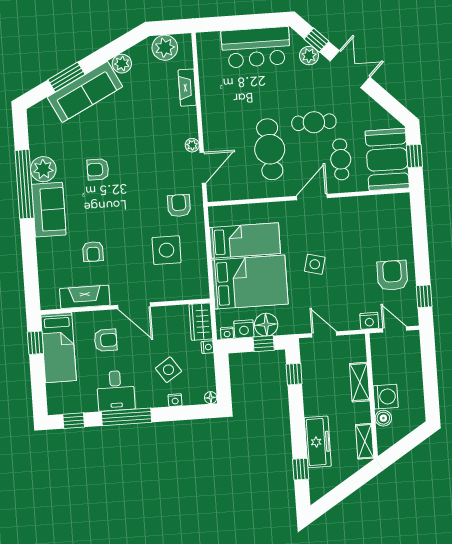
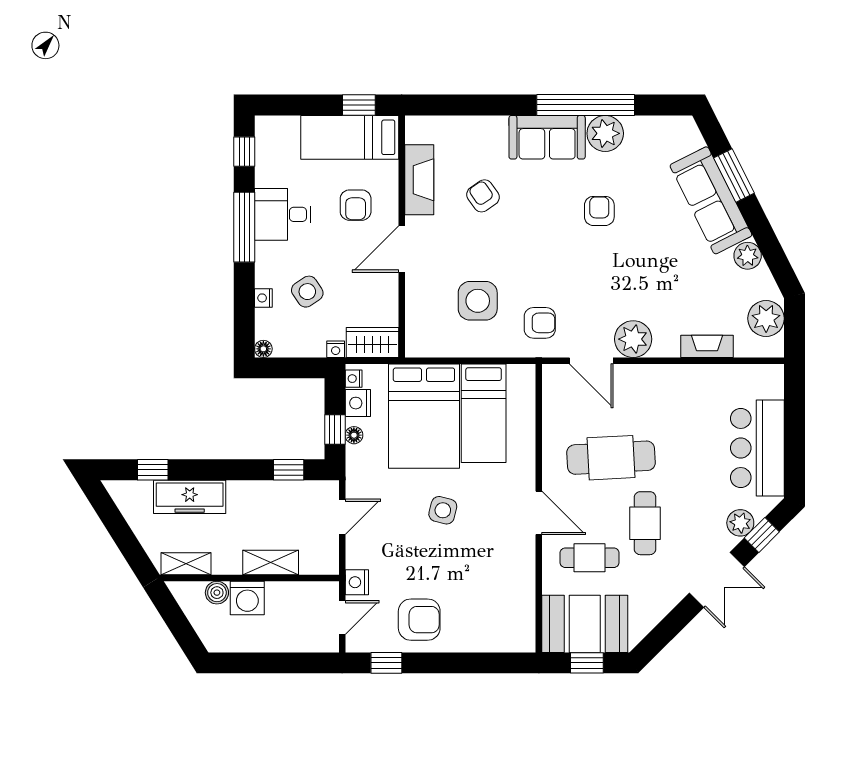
plant: (192, 145) -> (633, 339), width x1.87, depth x1.87
armchair: (93, 252) -> (483, 196), turned 55
floor lamp: (266, 325) -> (354, 435), width x0.53, depth x0.53

